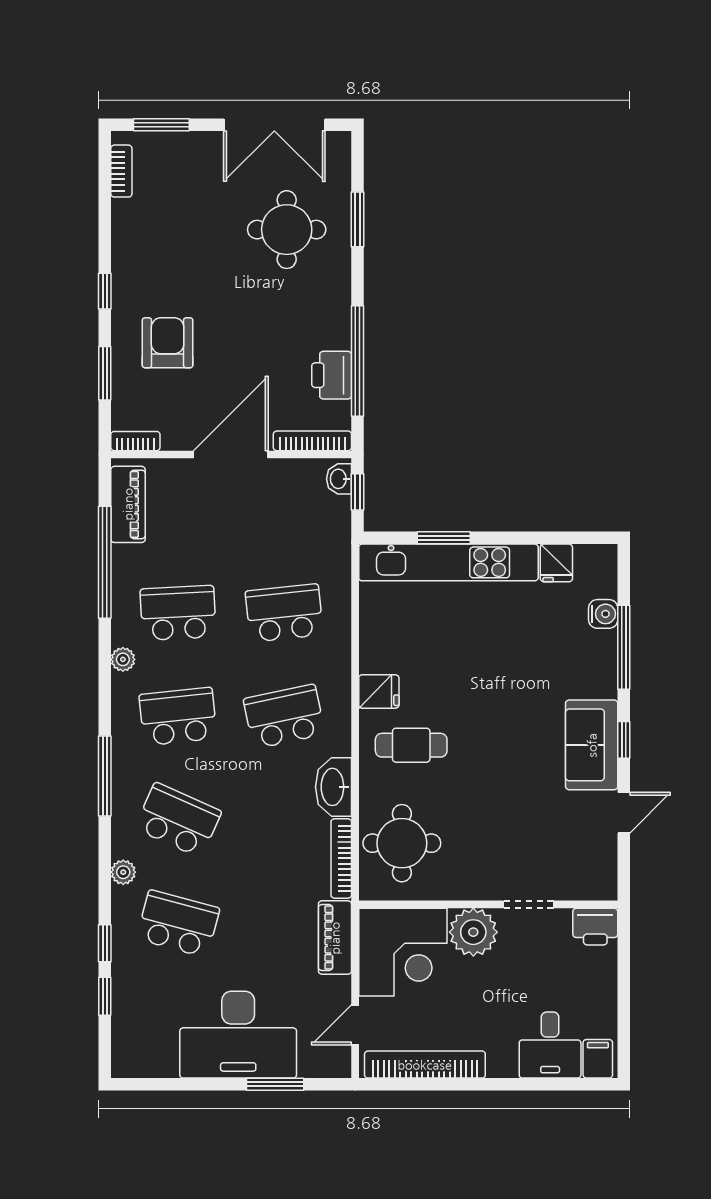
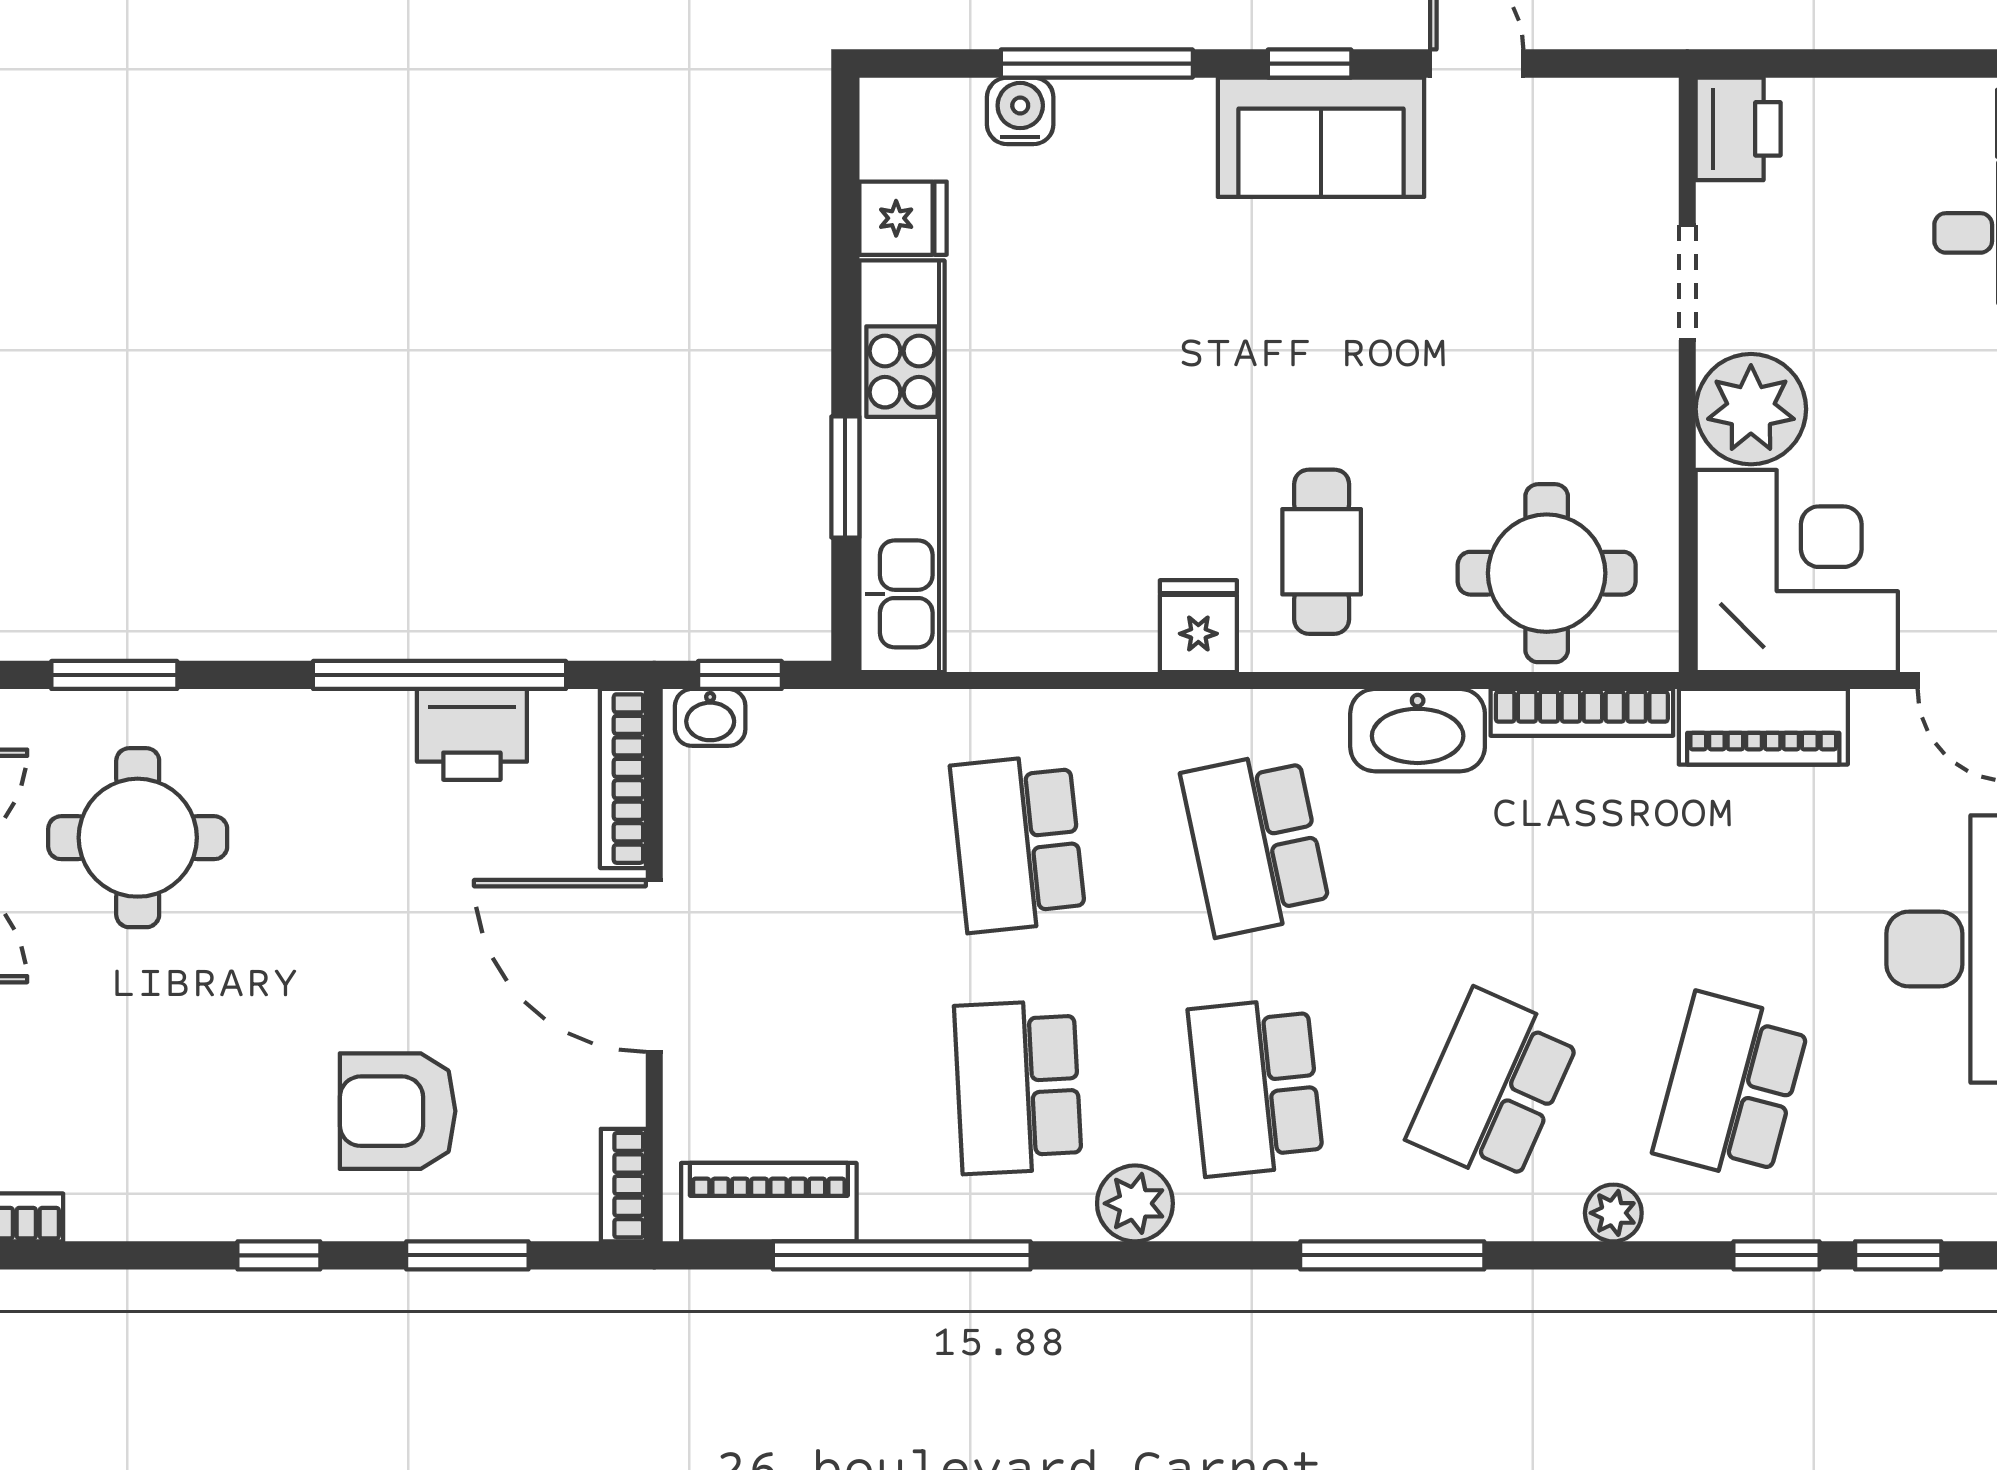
plant: (123, 659) -> (1135, 1203), width x1.38, depth x1.38

